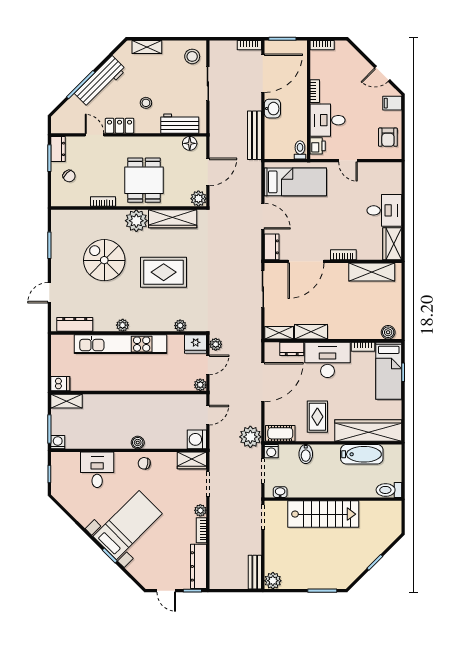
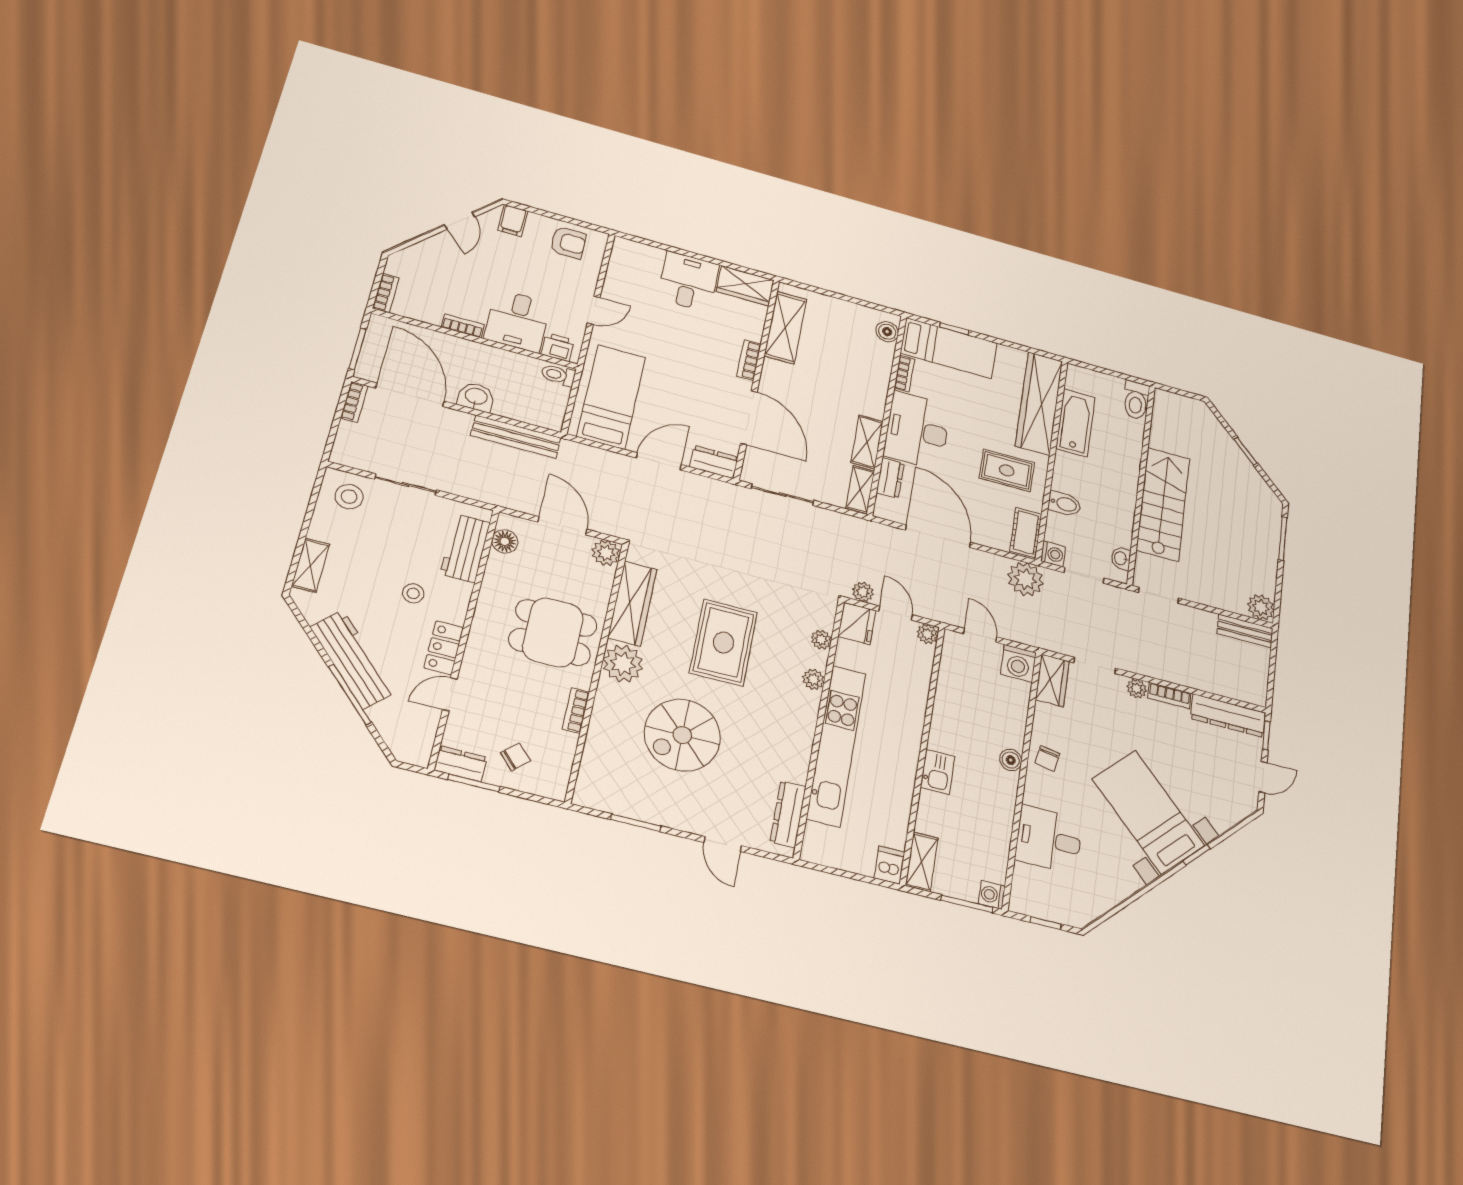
plant: (123, 325) -> (813, 679), moved
kitchen sink: (120, 402) -> (938, 772), added

